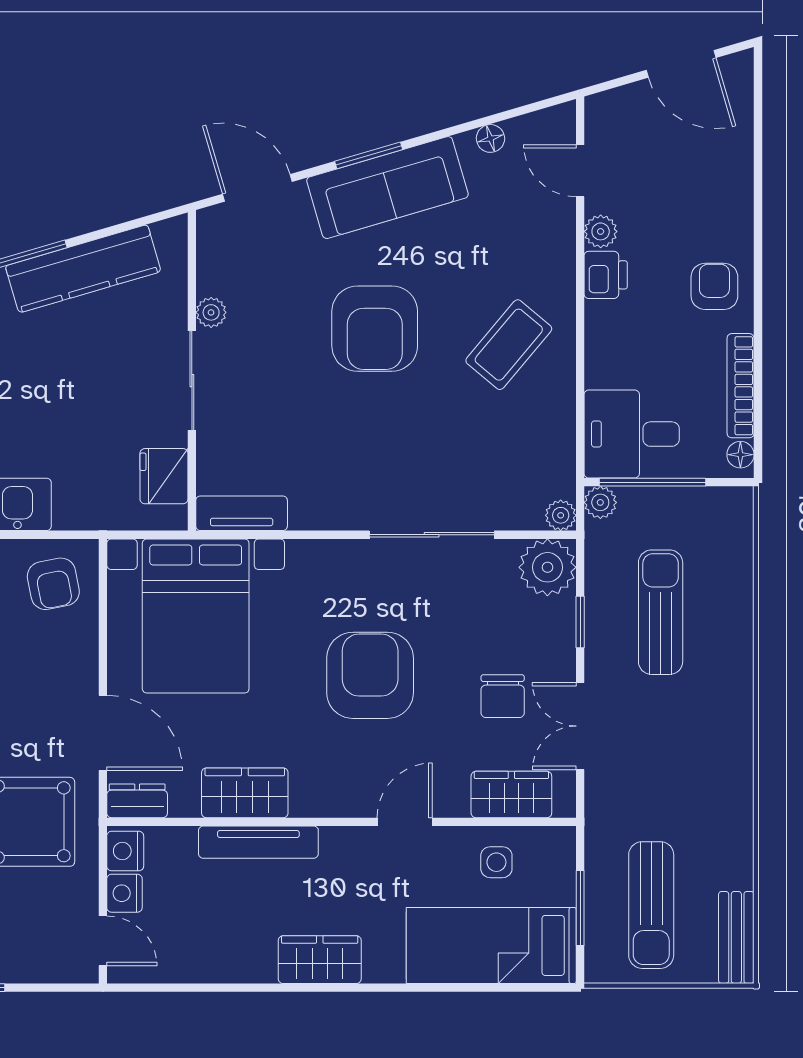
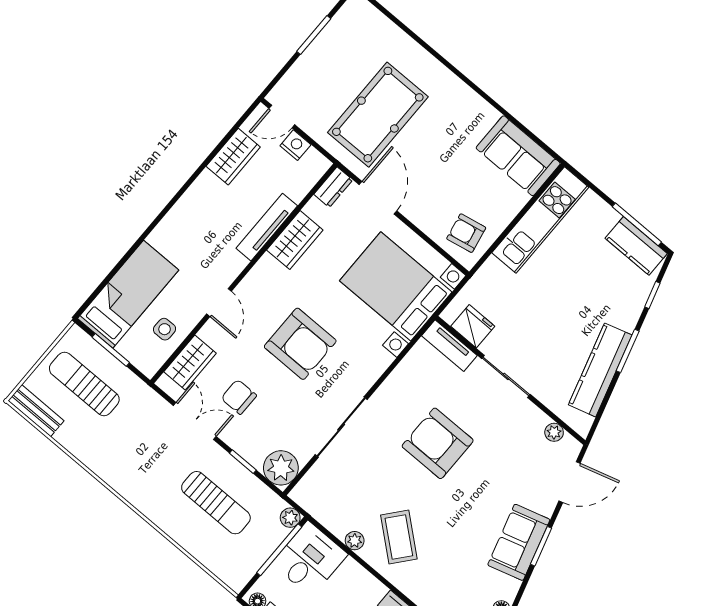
sofa: (387, 188) -> (519, 542), width x0.73
plant: (211, 312) -> (554, 432), moved
armchair: (375, 329) -> (438, 443), moved
tv unit: (242, 513) -> (449, 346), moved, turned 90
plant: (561, 515) -> (355, 541), moved
door: (103, 733) -> (378, 198), swing flipped
nightstand: (125, 851) -> (315, 162), removed
wardrobe: (320, 960) -> (233, 157), moved

